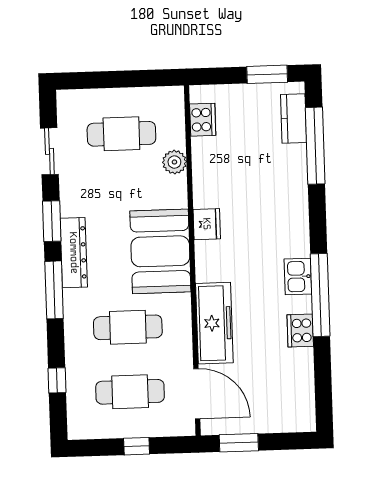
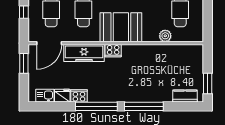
cooker: (203, 120) -> (113, 51), moved
window: (315, 146) -> (144, 106), moved
fridge: (207, 224) -> (62, 96), moved, turned 180
kitchen sink: (298, 277) -> (45, 96), moved

